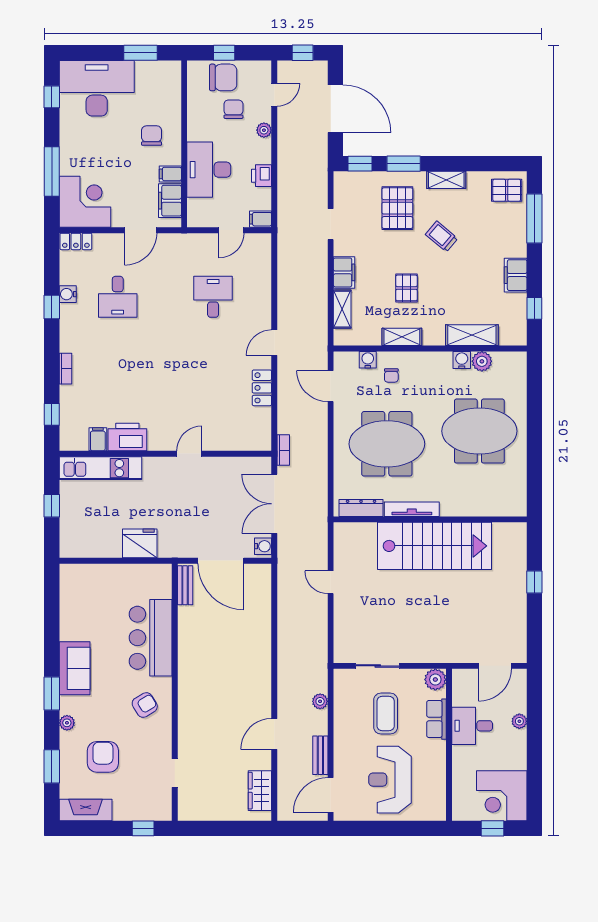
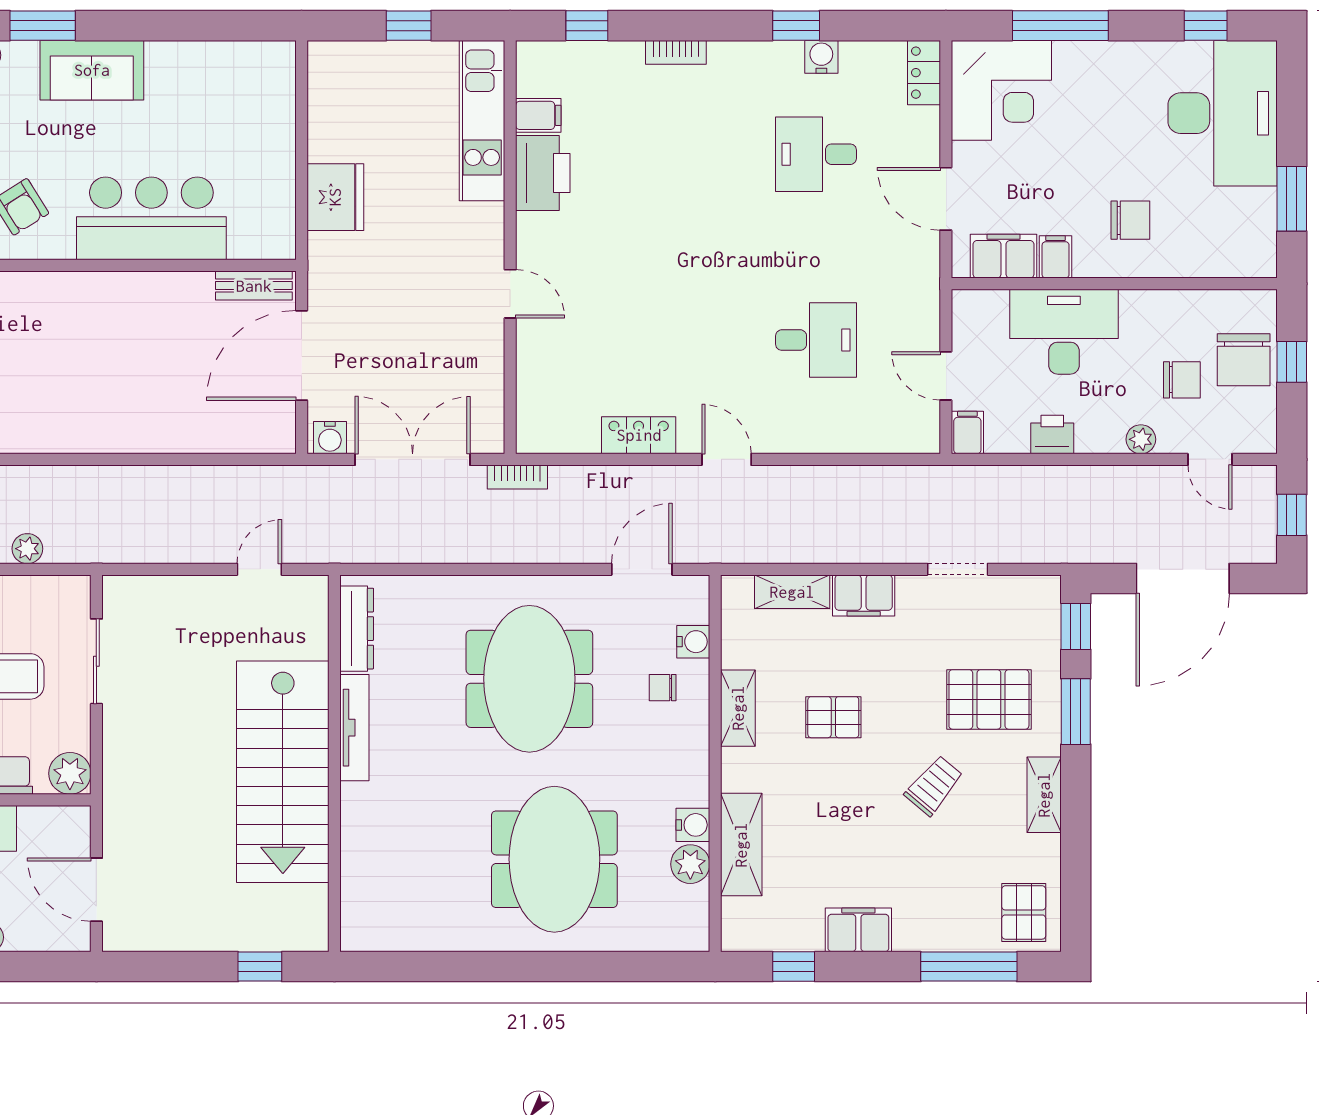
dresser: (361, 508) -> (357, 629), moved
tv unit: (412, 509) -> (354, 728), moved
wall: (430, 519) -> (334, 763), moved
stairs: (434, 546) -> (283, 772), moved

